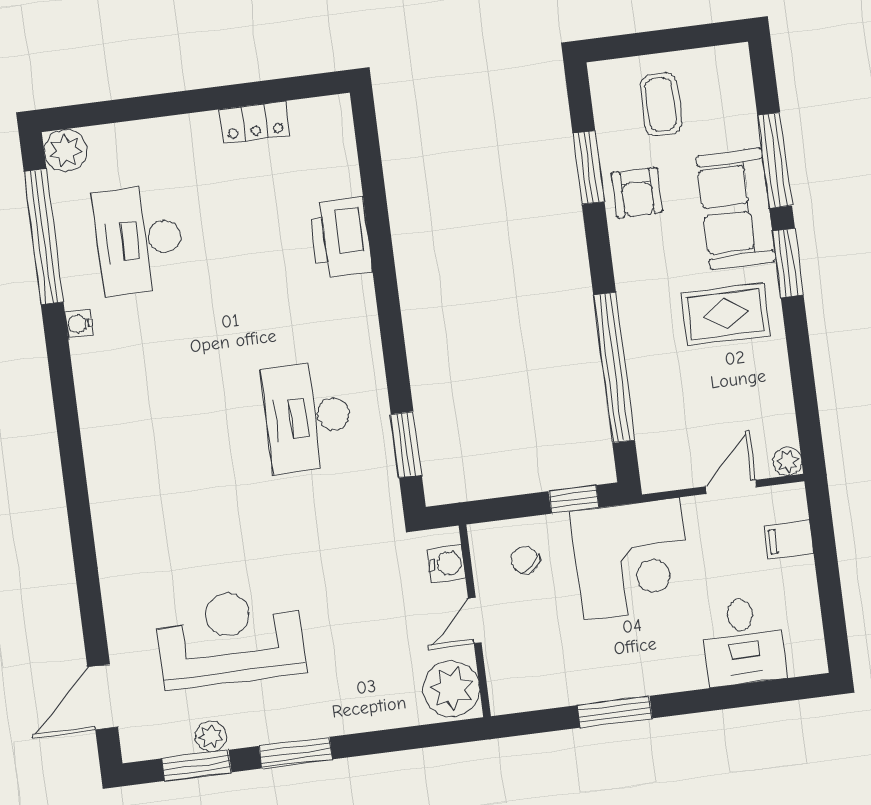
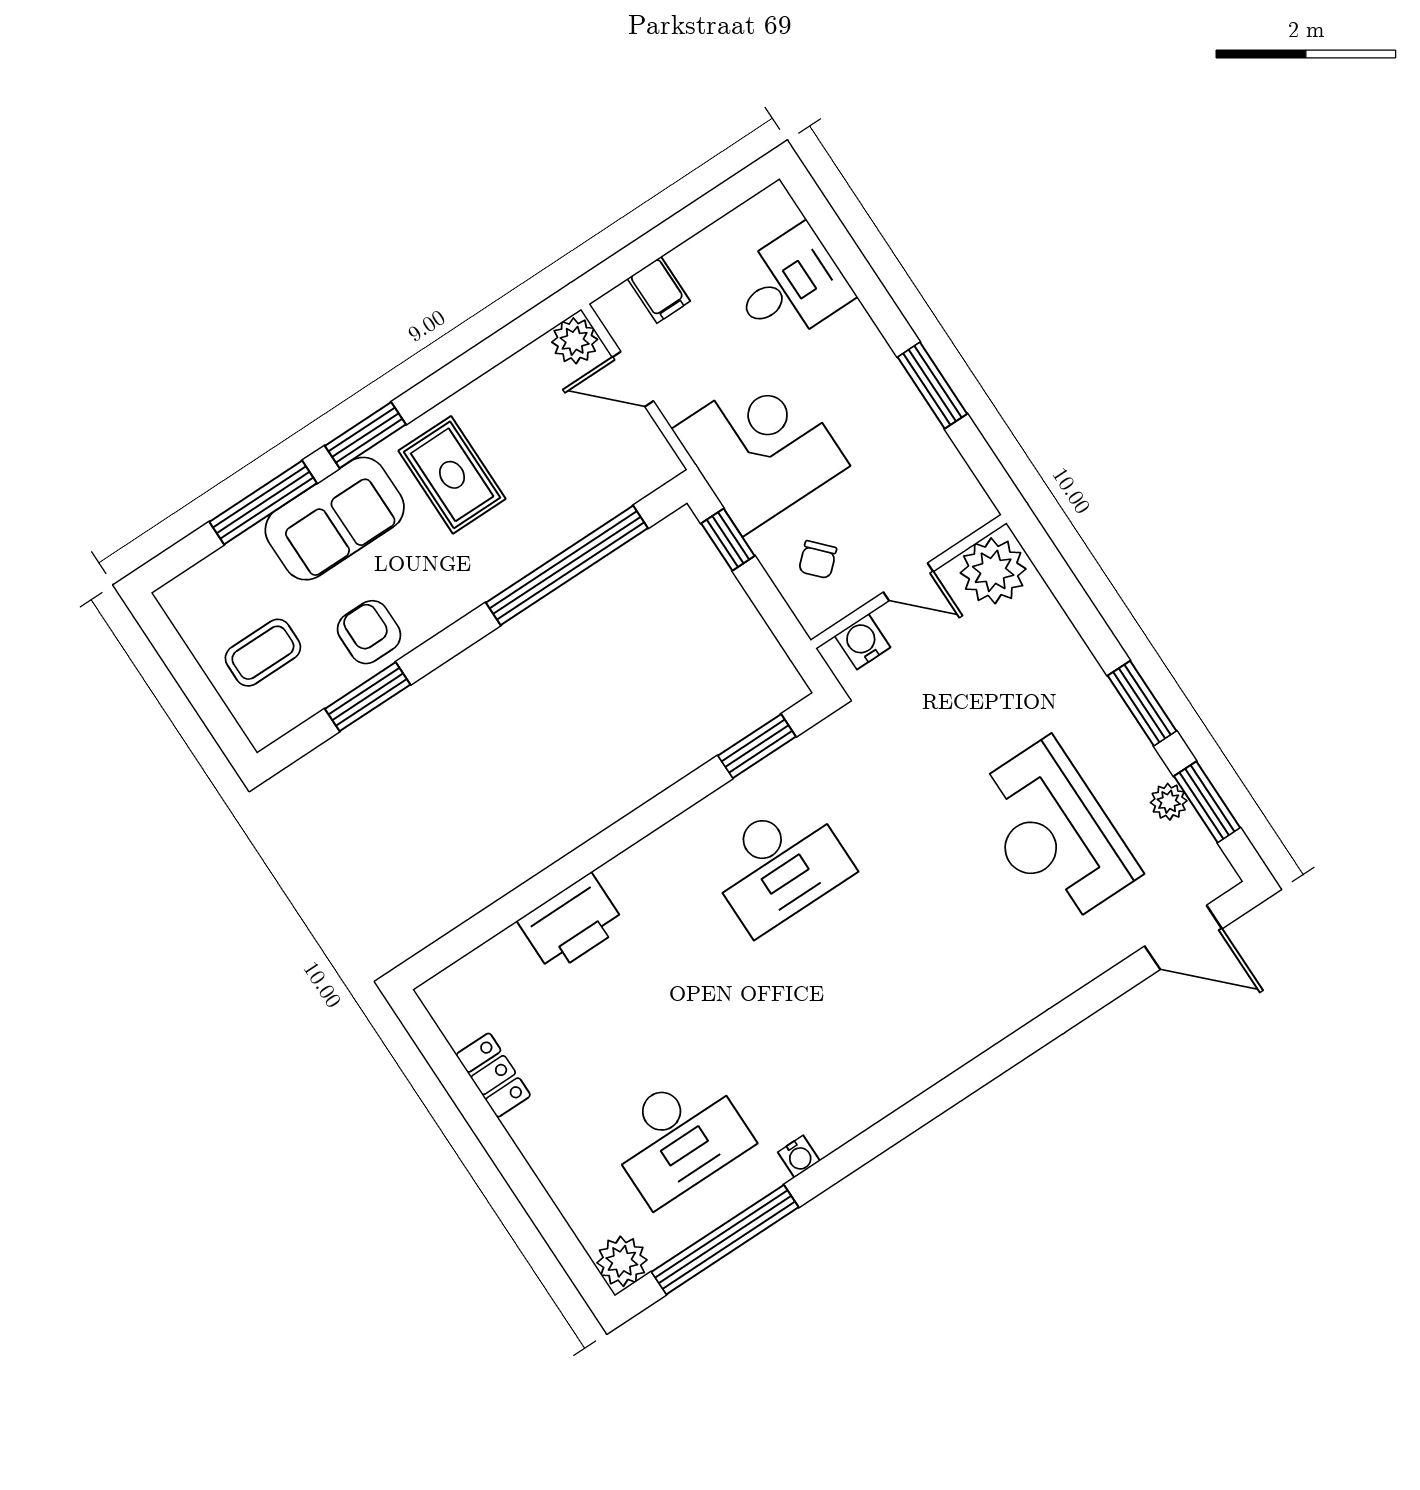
armchair: (637, 193) -> (369, 632), turned -90
plant: (788, 462) -> (575, 341), width x1.38, depth x1.38

